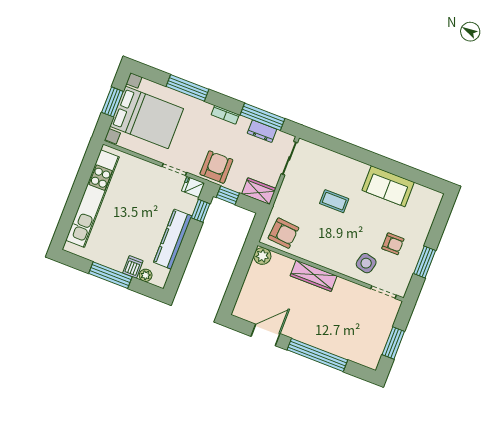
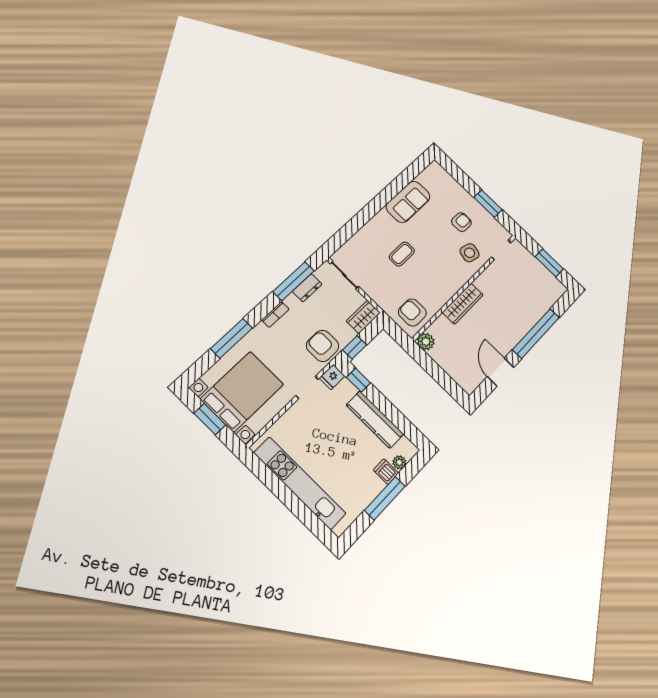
armchair: (283, 233) -> (412, 312), turned -95

